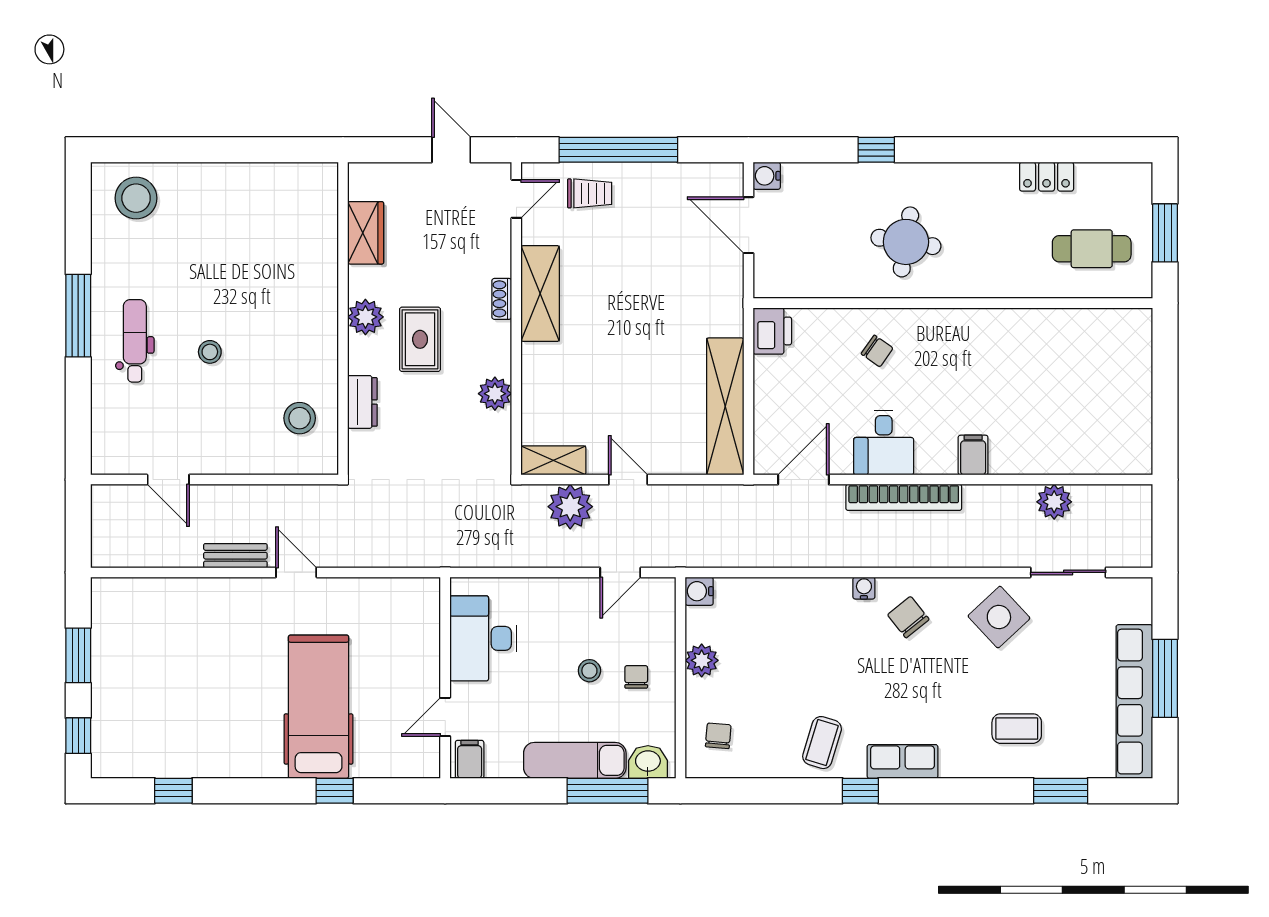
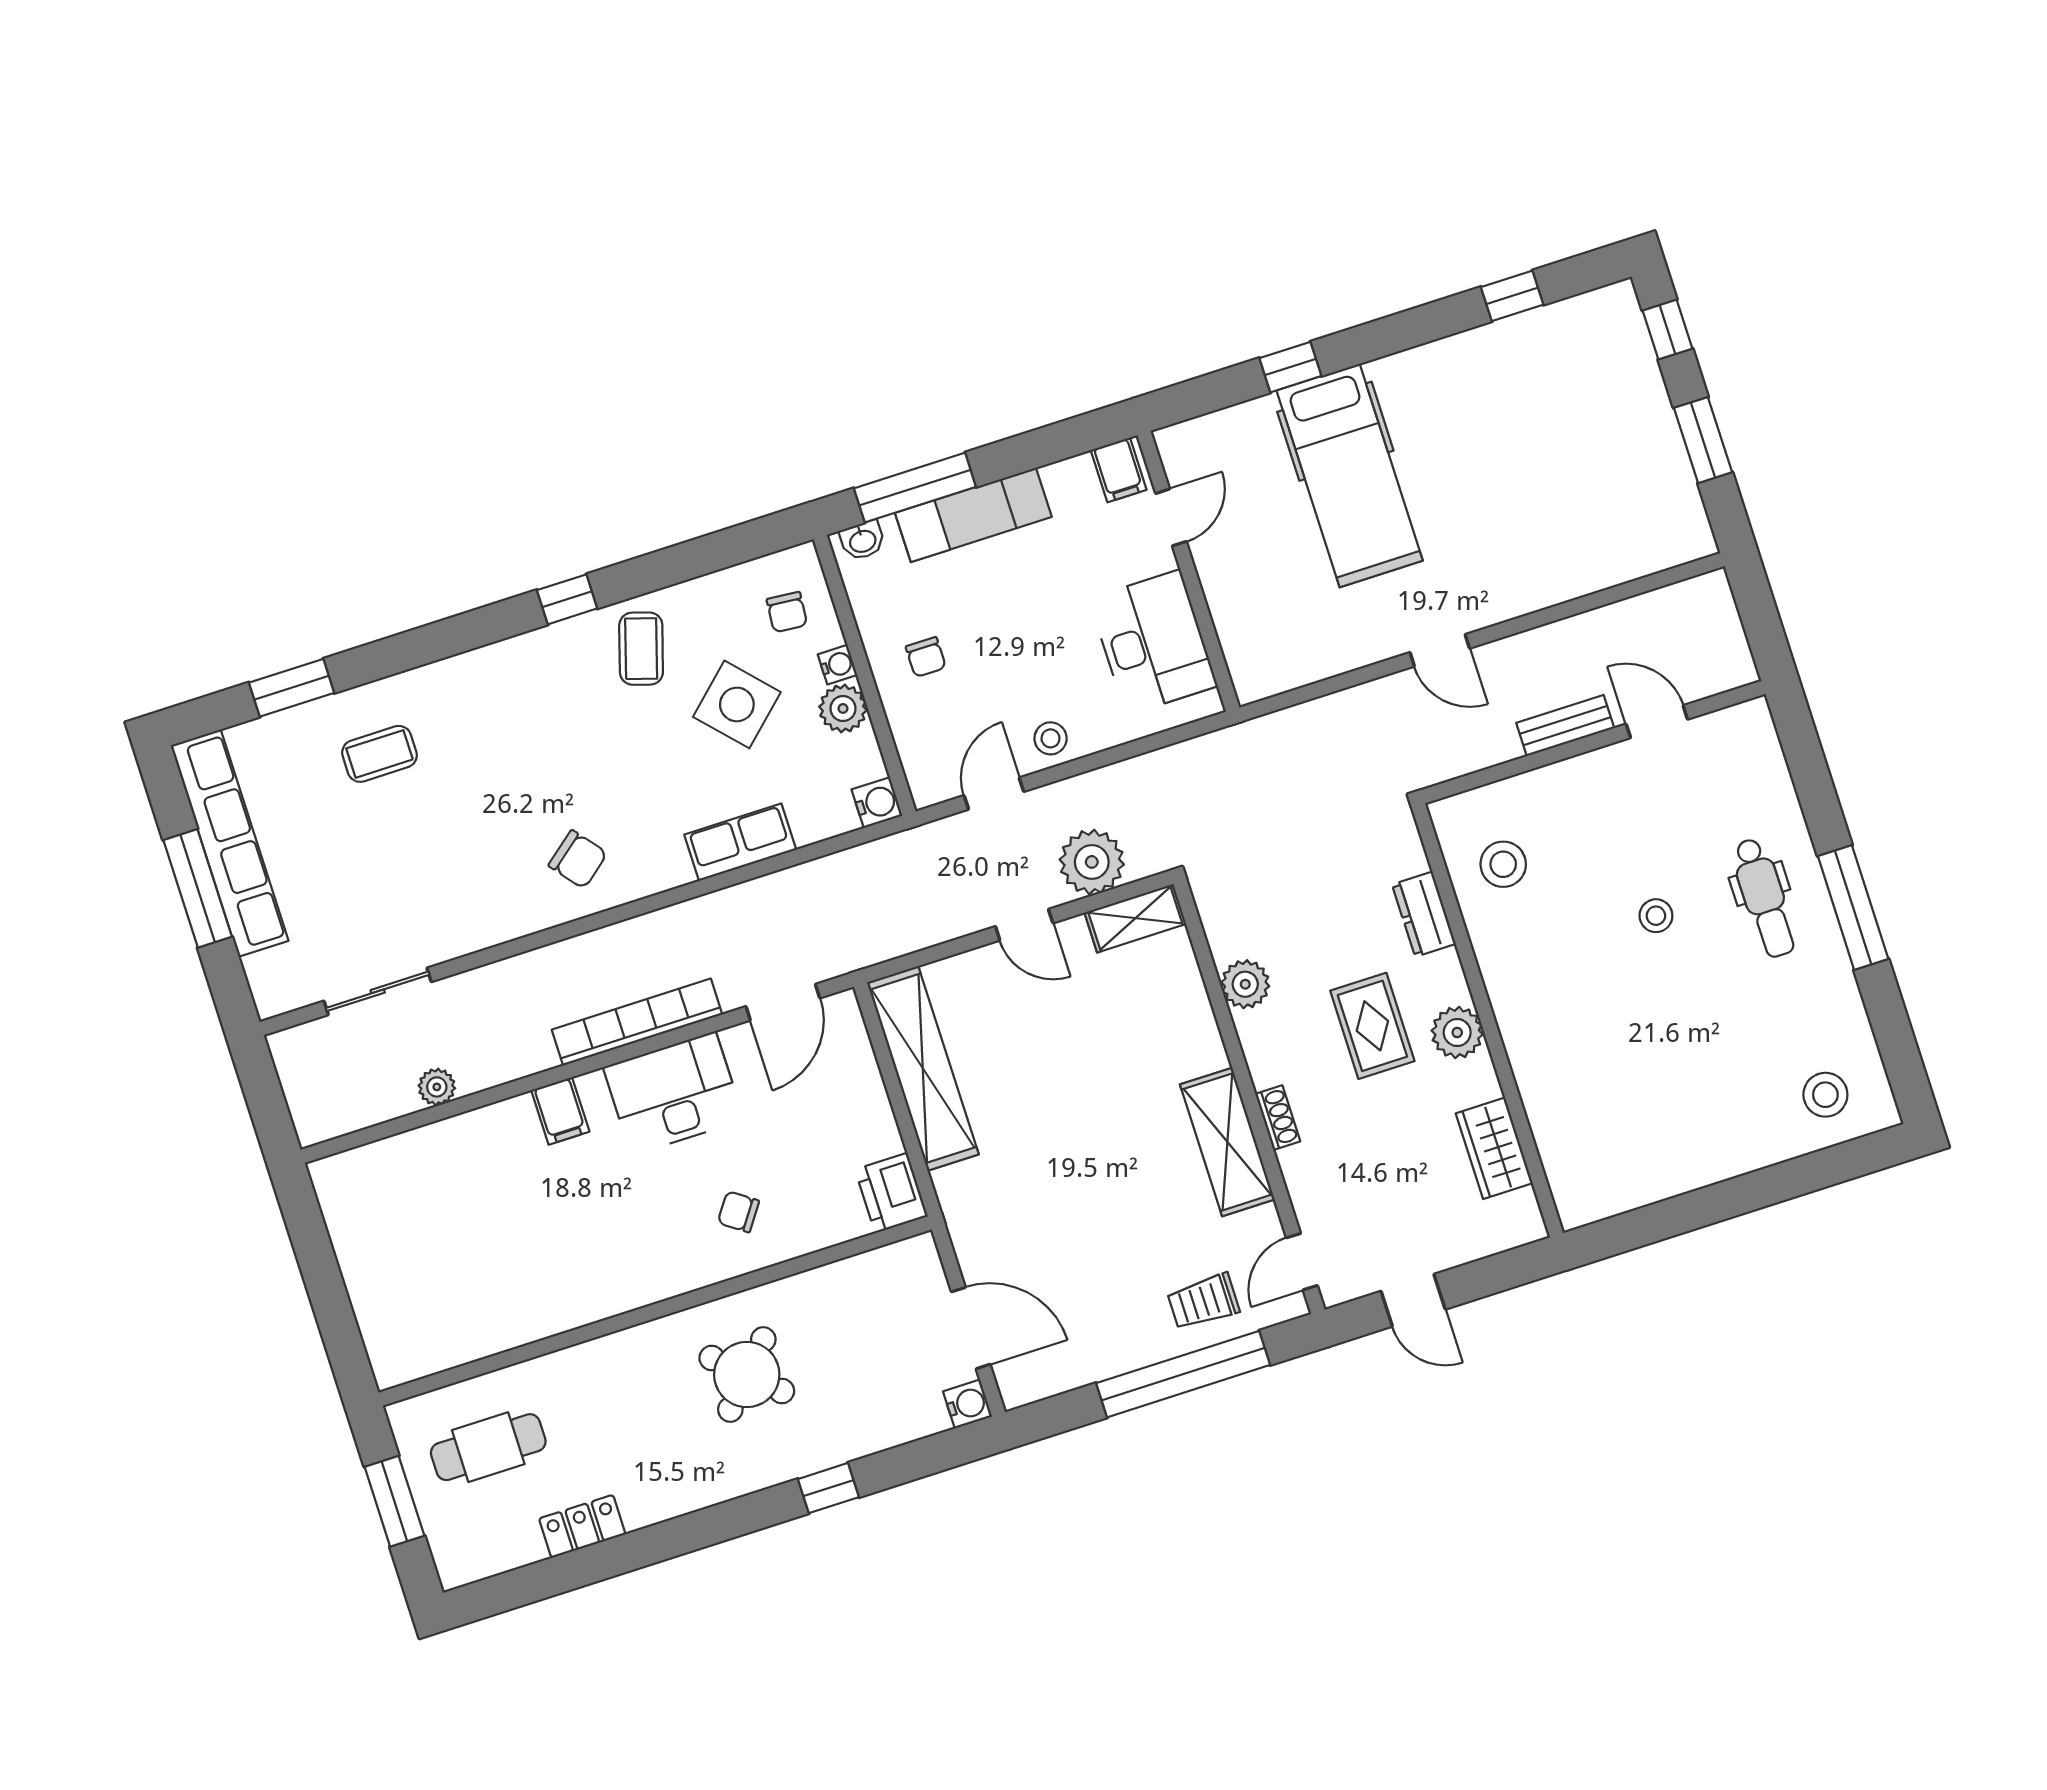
stool: (136, 198) -> (1825, 1095), width x0.73, depth x0.73
round table: (906, 242) -> (747, 1375), turned 34
desk: (884, 443) -> (673, 1093), width x1.37
plant: (1054, 502) -> (437, 1087), width x0.73, depth x0.73
bench: (235, 556) -> (1565, 726), moved
water cooler: (864, 588) -> (837, 665), moved, turned -90
side table: (999, 617) -> (737, 704), moved
stool: (589, 671) -> (1051, 738), moved
row of seats: (902, 761) -> (740, 842), moved, turned 180
washbasin: (648, 762) -> (862, 540), width x0.72, depth x0.69

